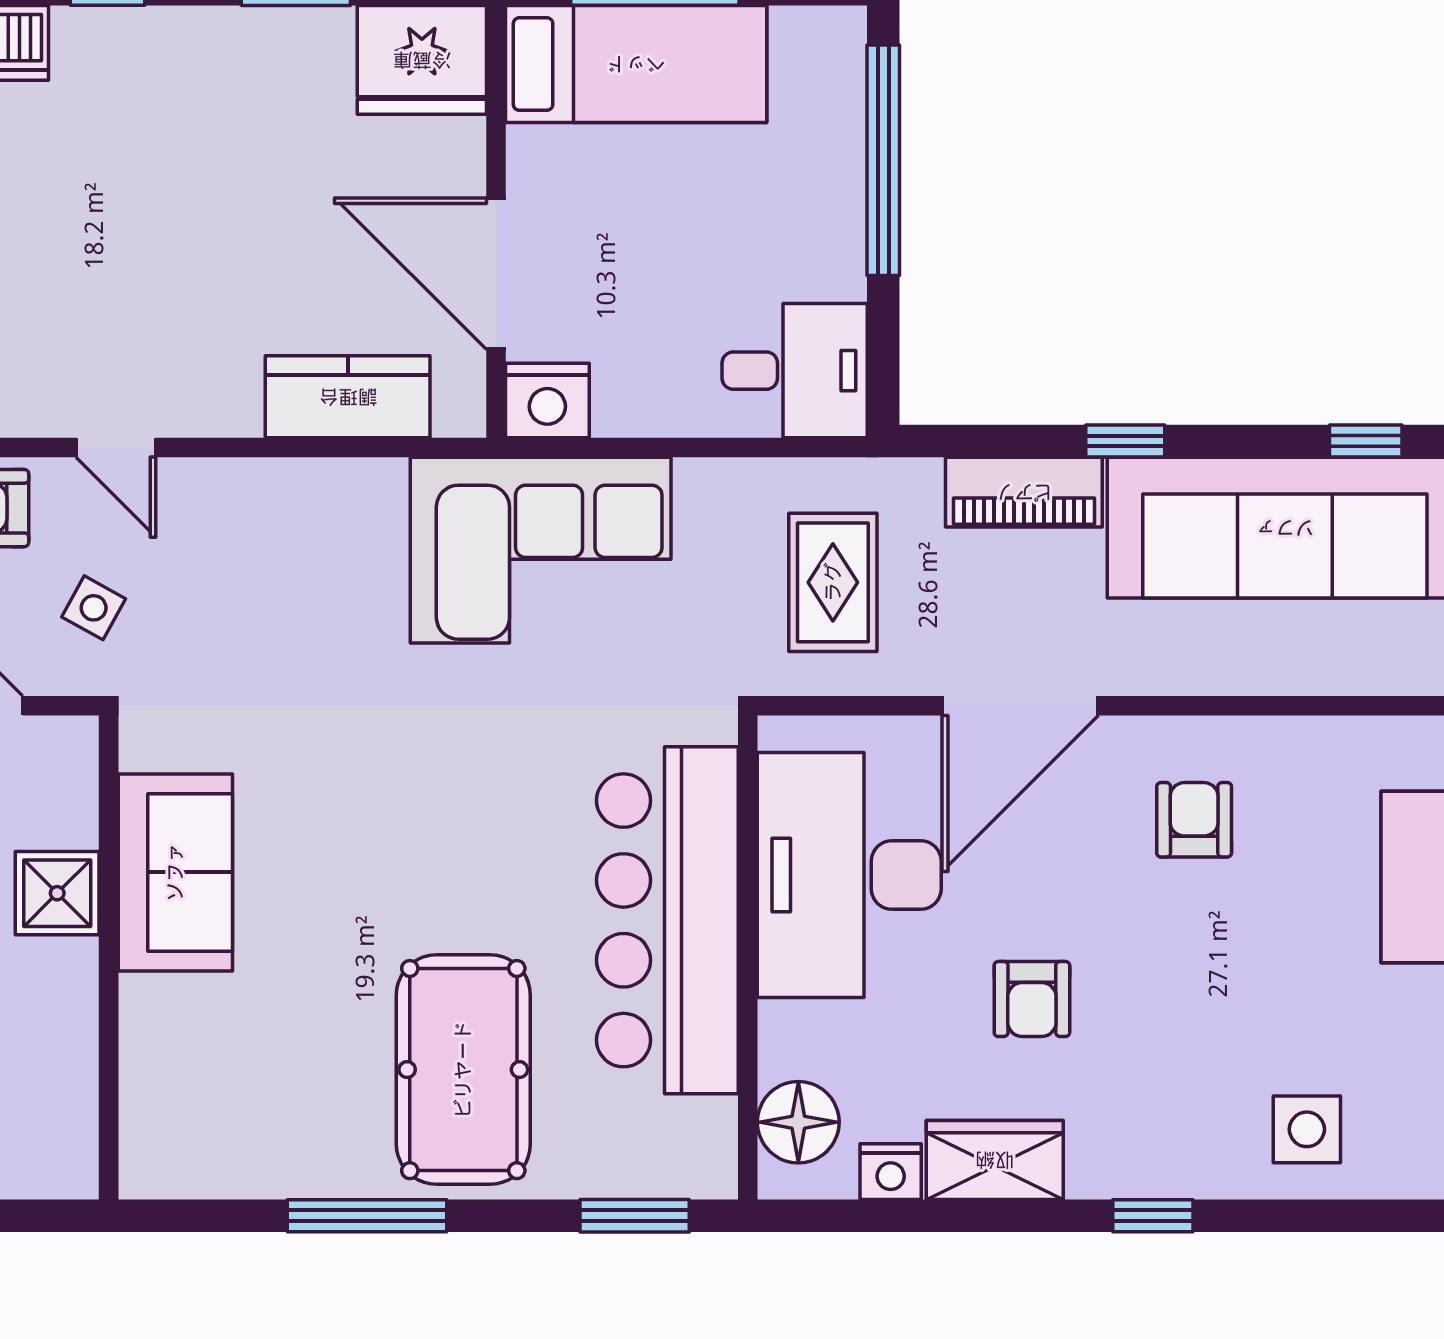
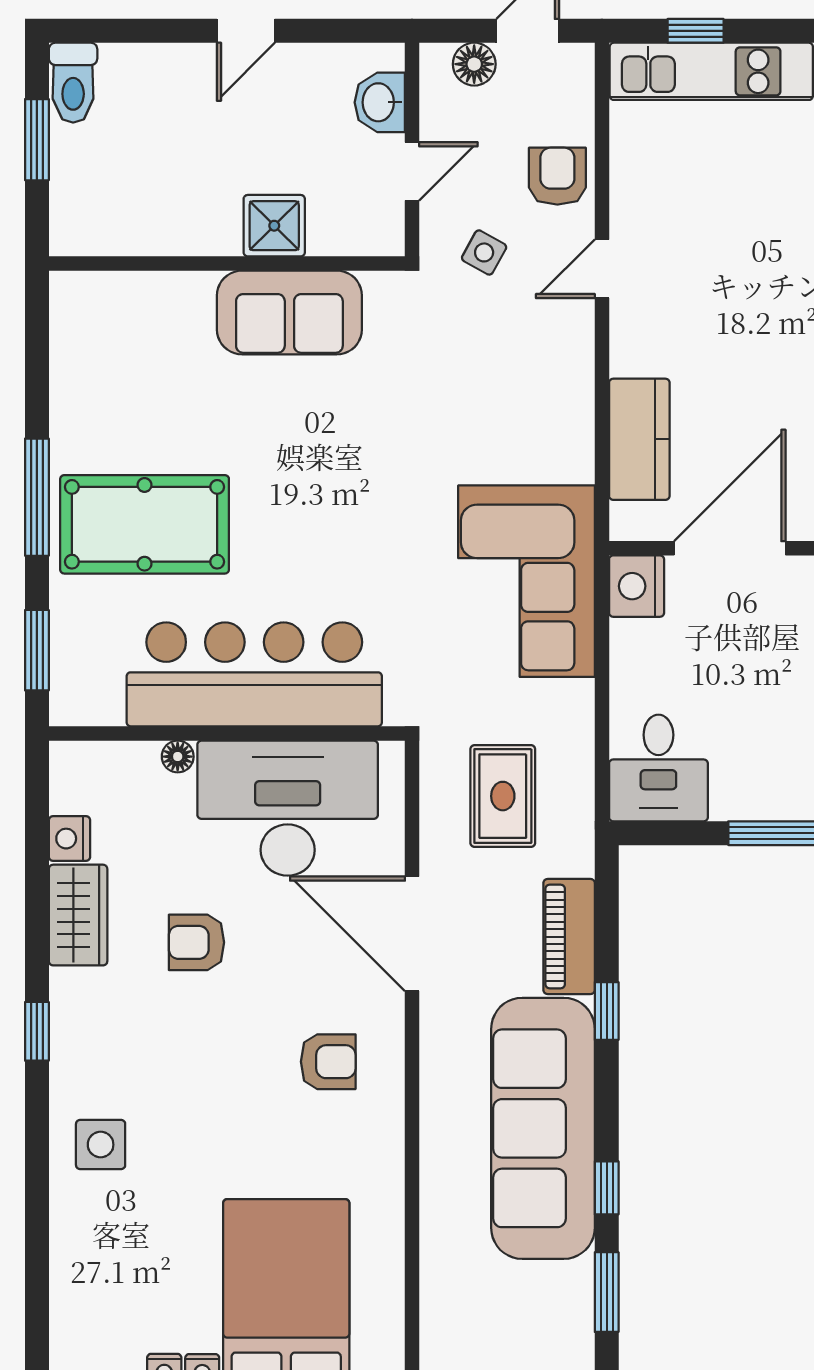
rug: (833, 582) -> (503, 796), turned 90
floor lamp: (798, 1122) -> (178, 757), moved, width x0.53, depth x0.53
window: (367, 1216) -> (37, 497), moved

